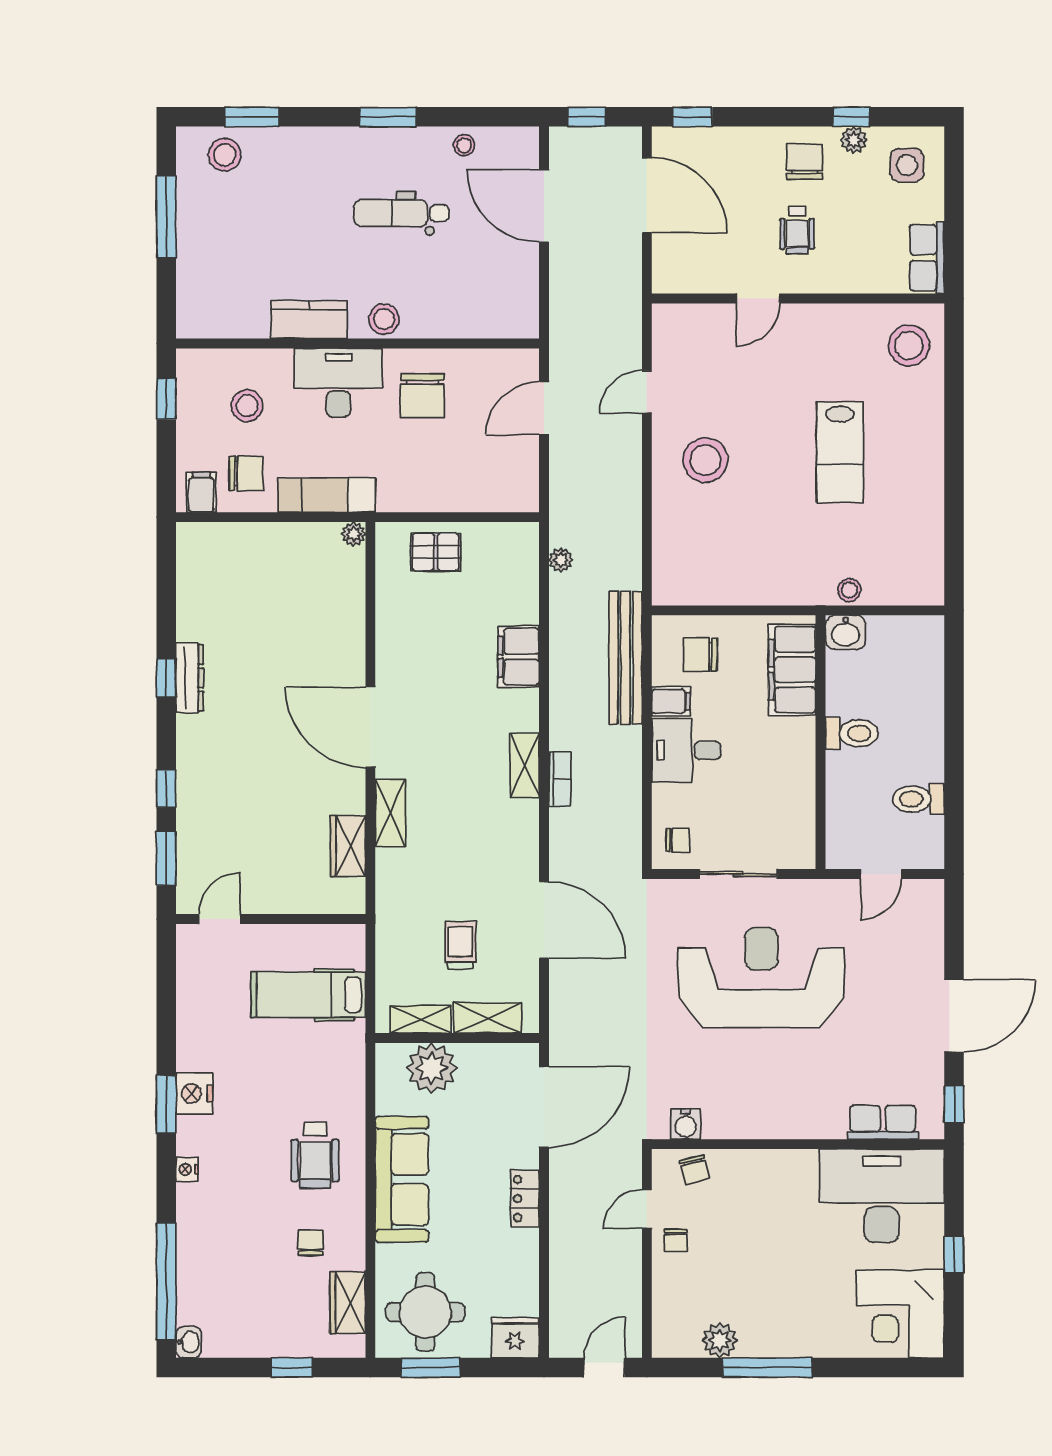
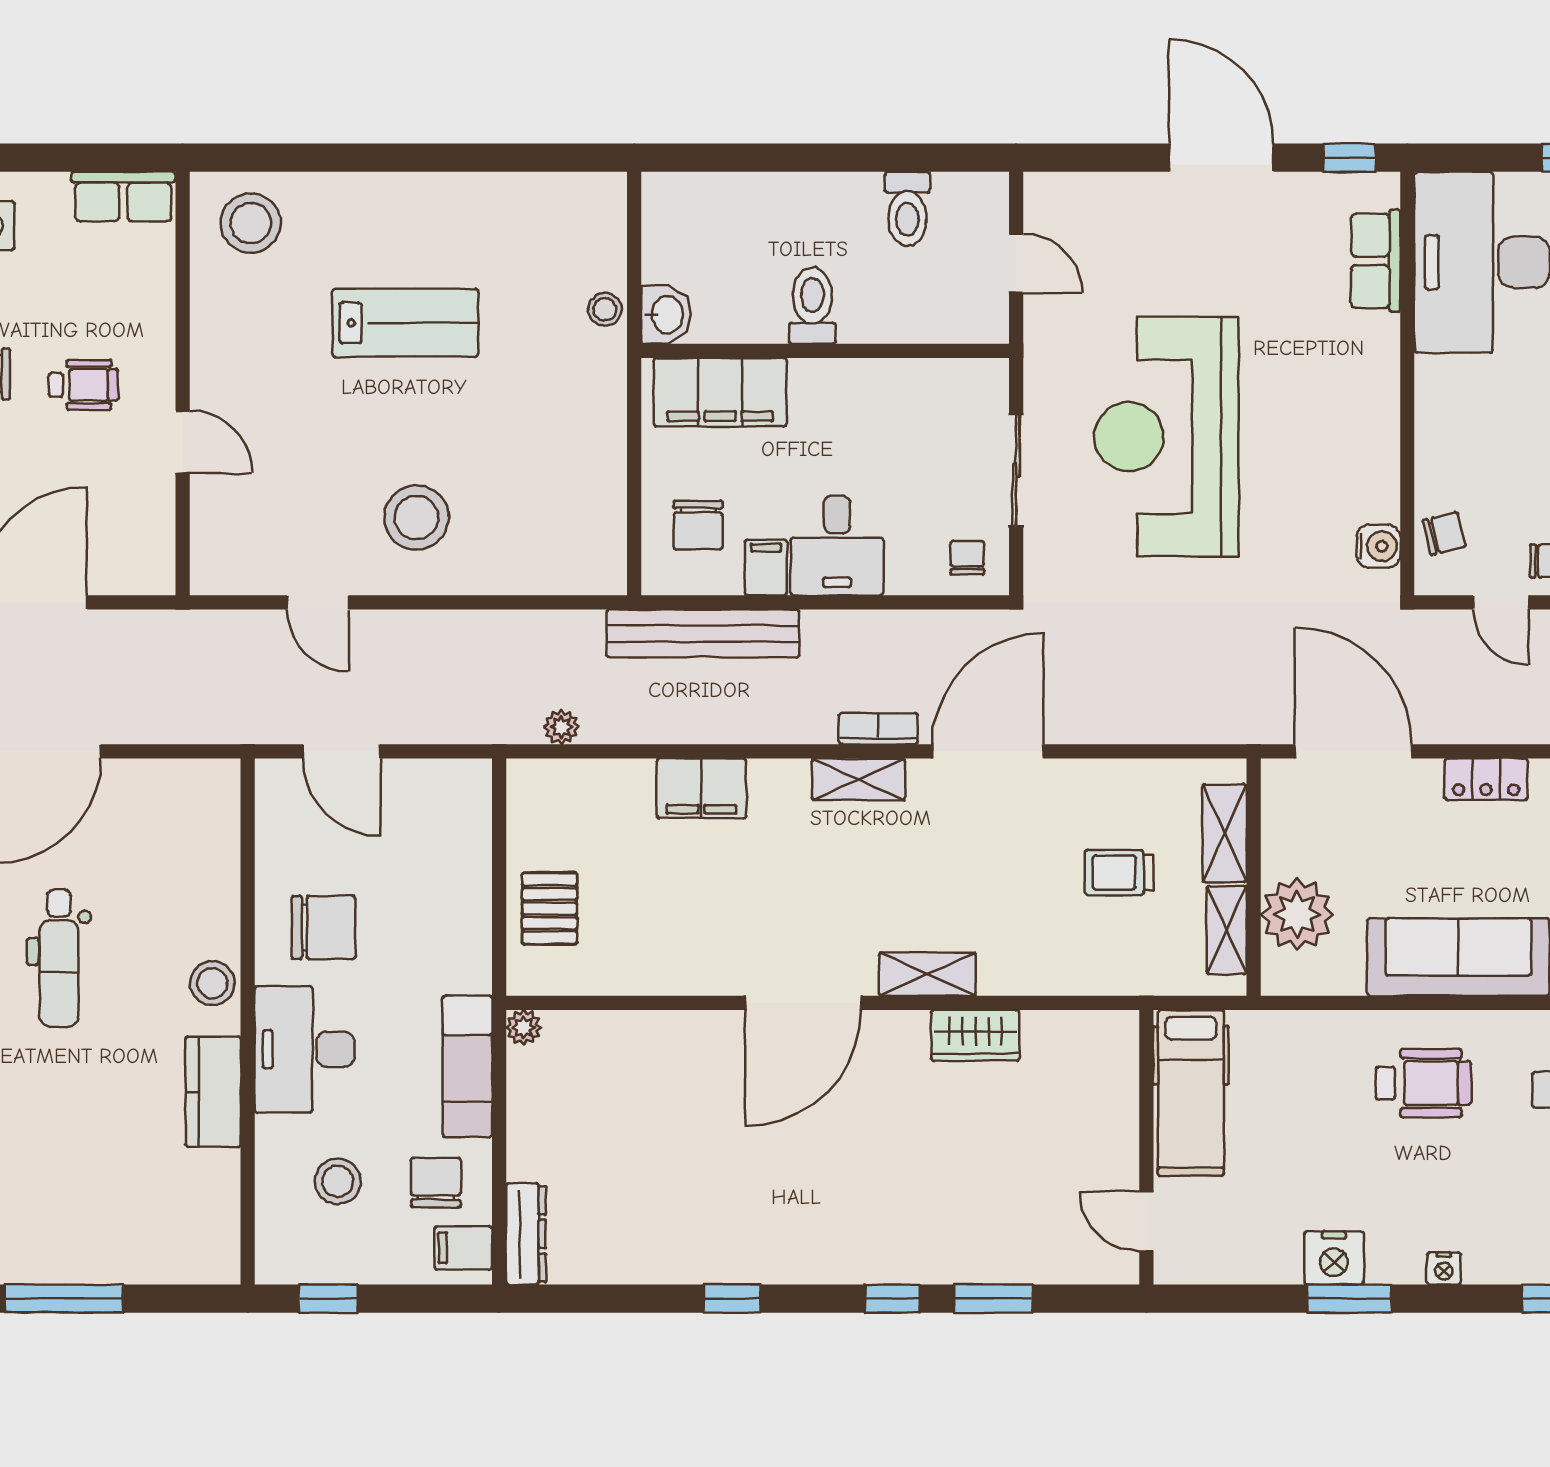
dresser: (190, 678) -> (526, 1234), moved, turned 90
door: (220, 919) -> (1146, 1221), moved
wall: (271, 919) -> (1146, 1147), moved
door: (544, 920) -> (988, 751), moved

